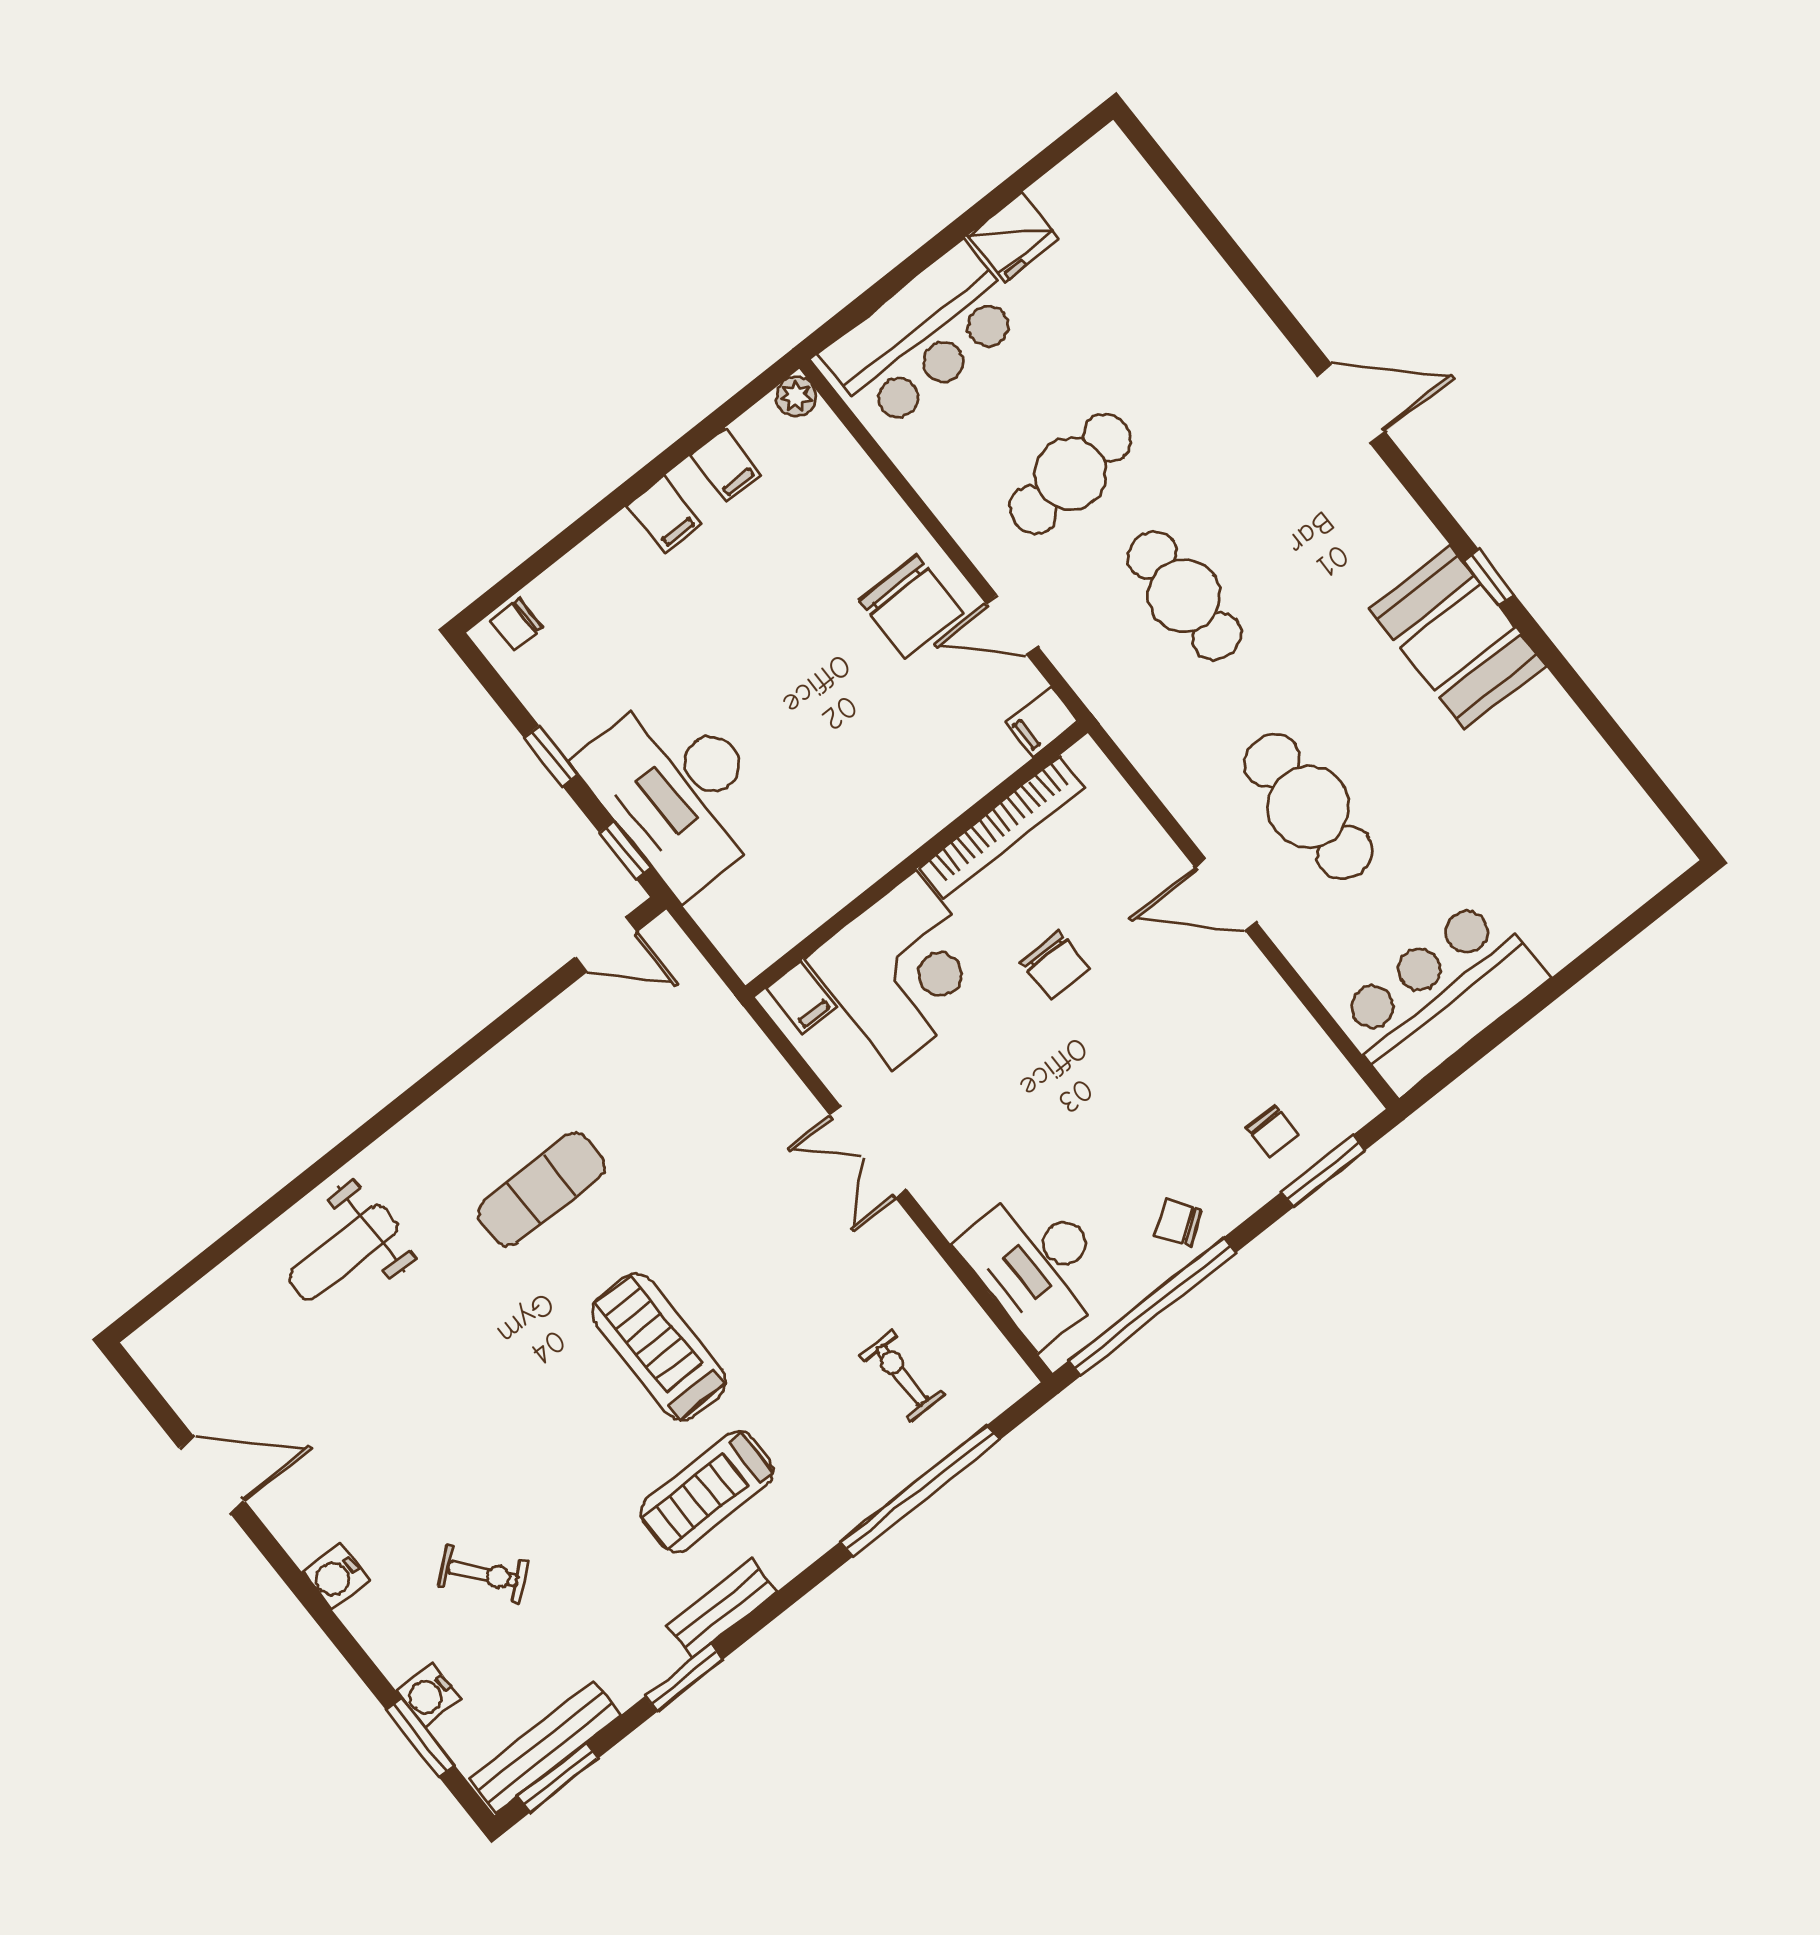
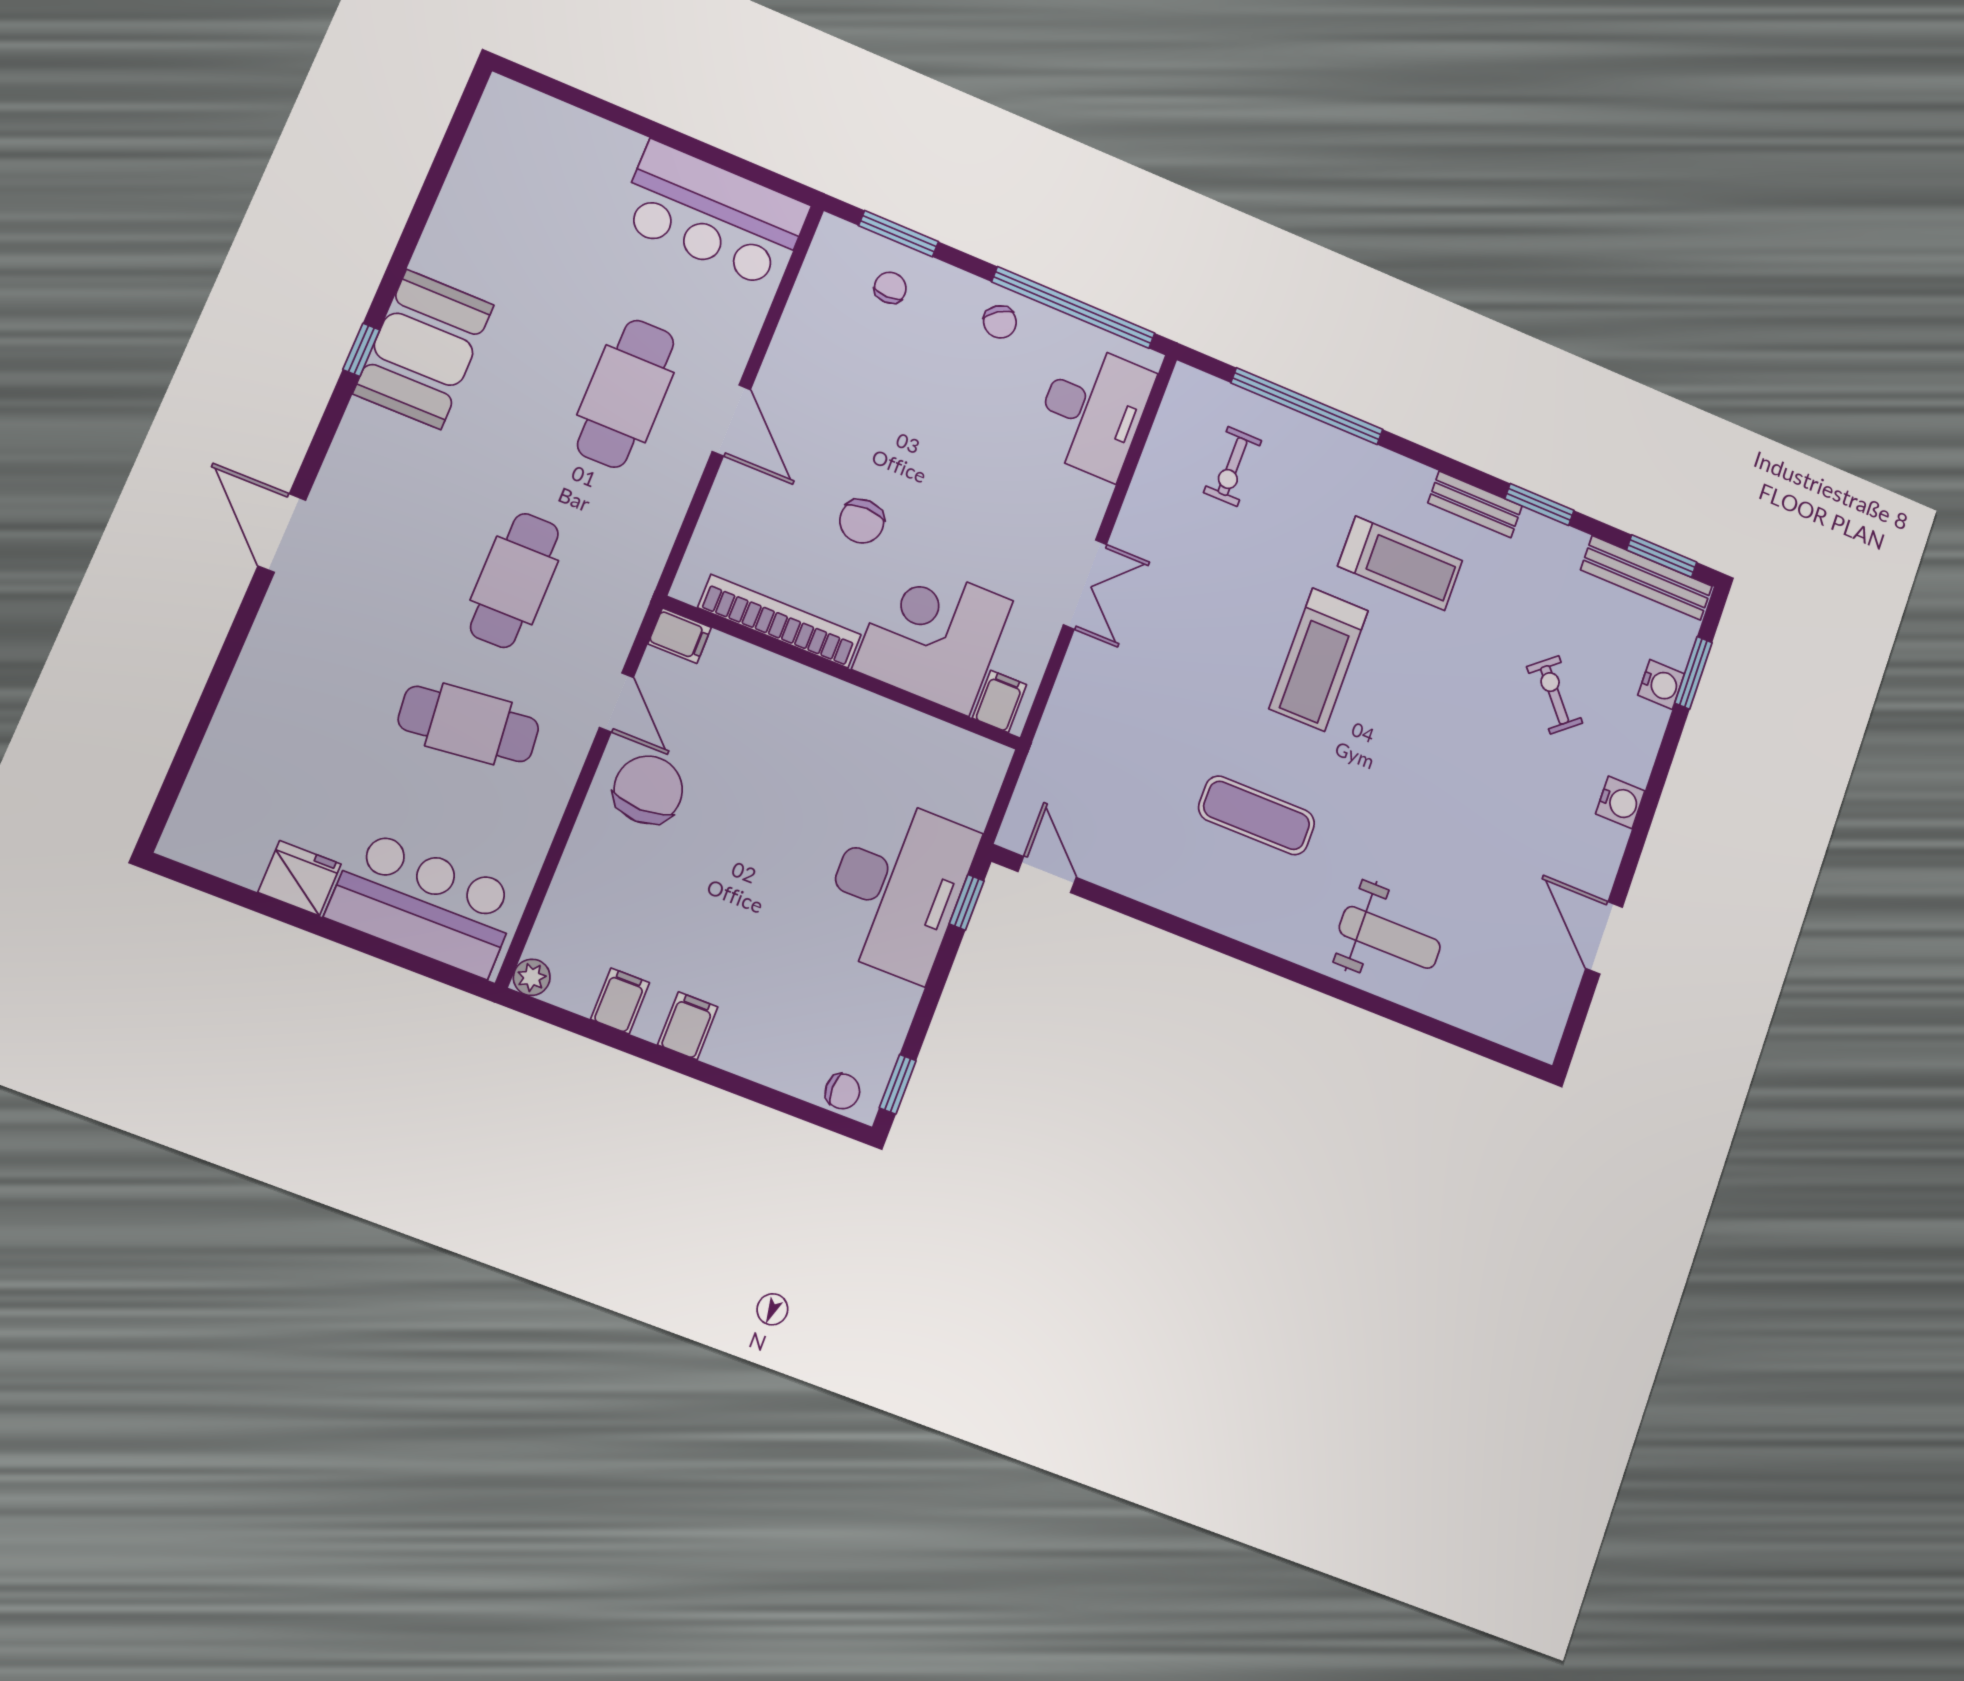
window: (551, 756) -> (898, 1084), moved
chair: (1055, 965) -> (862, 521), turned 180

